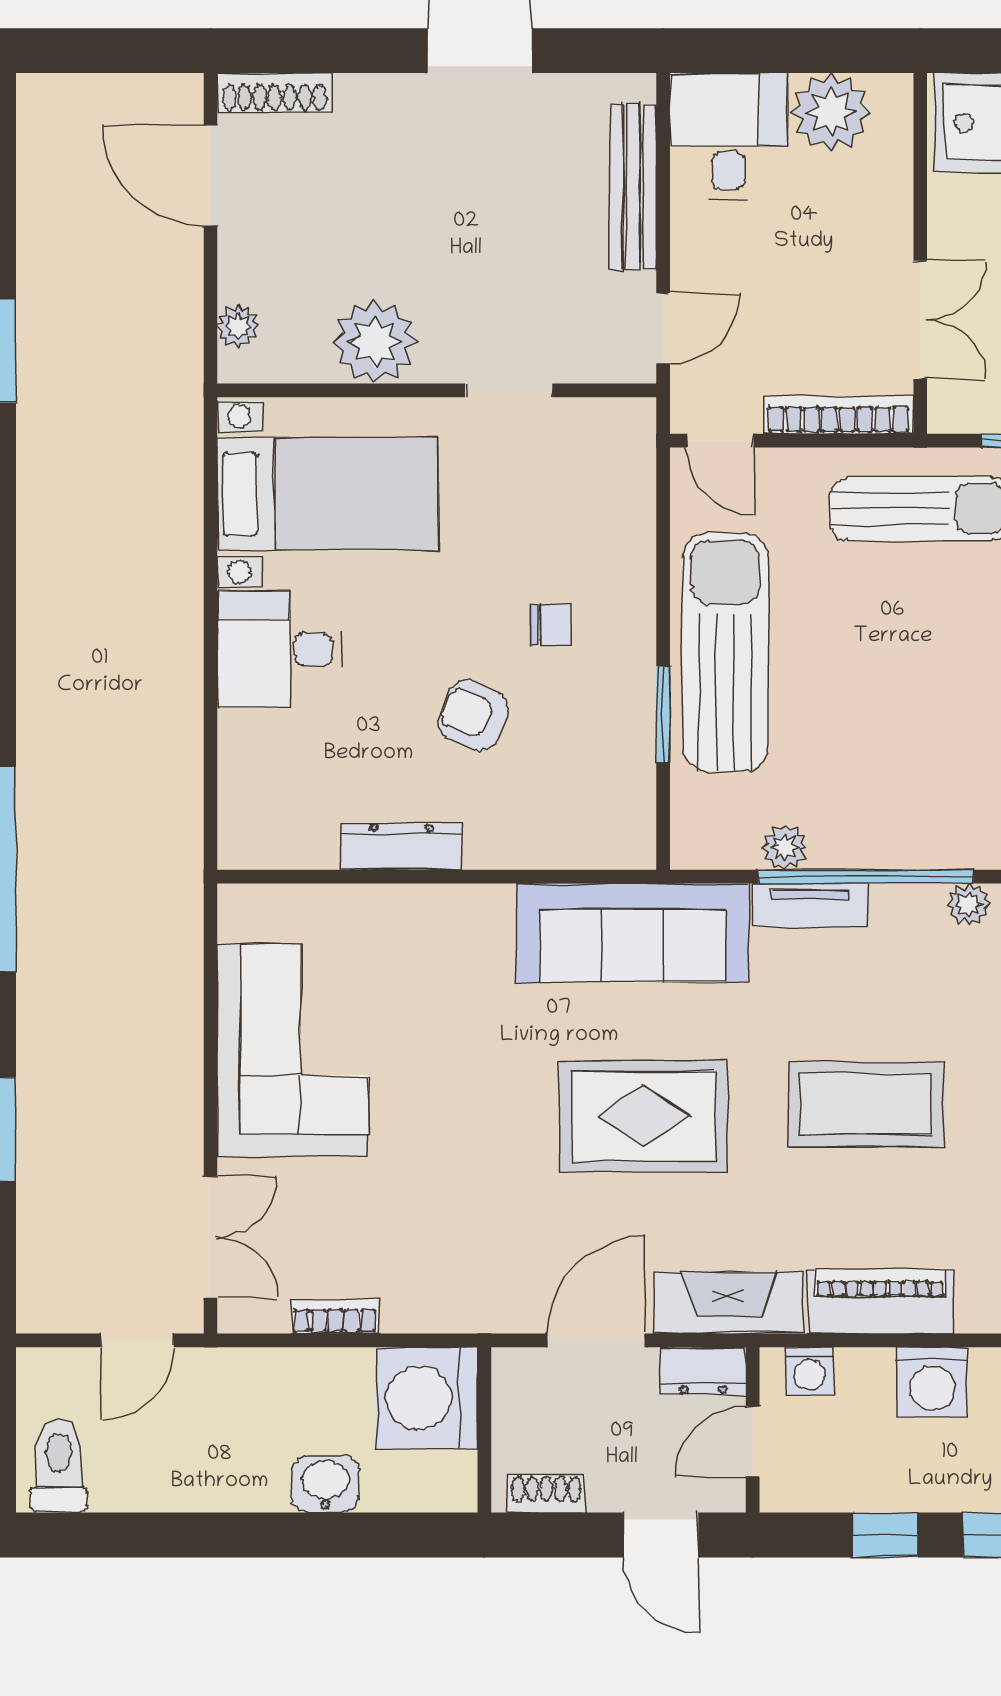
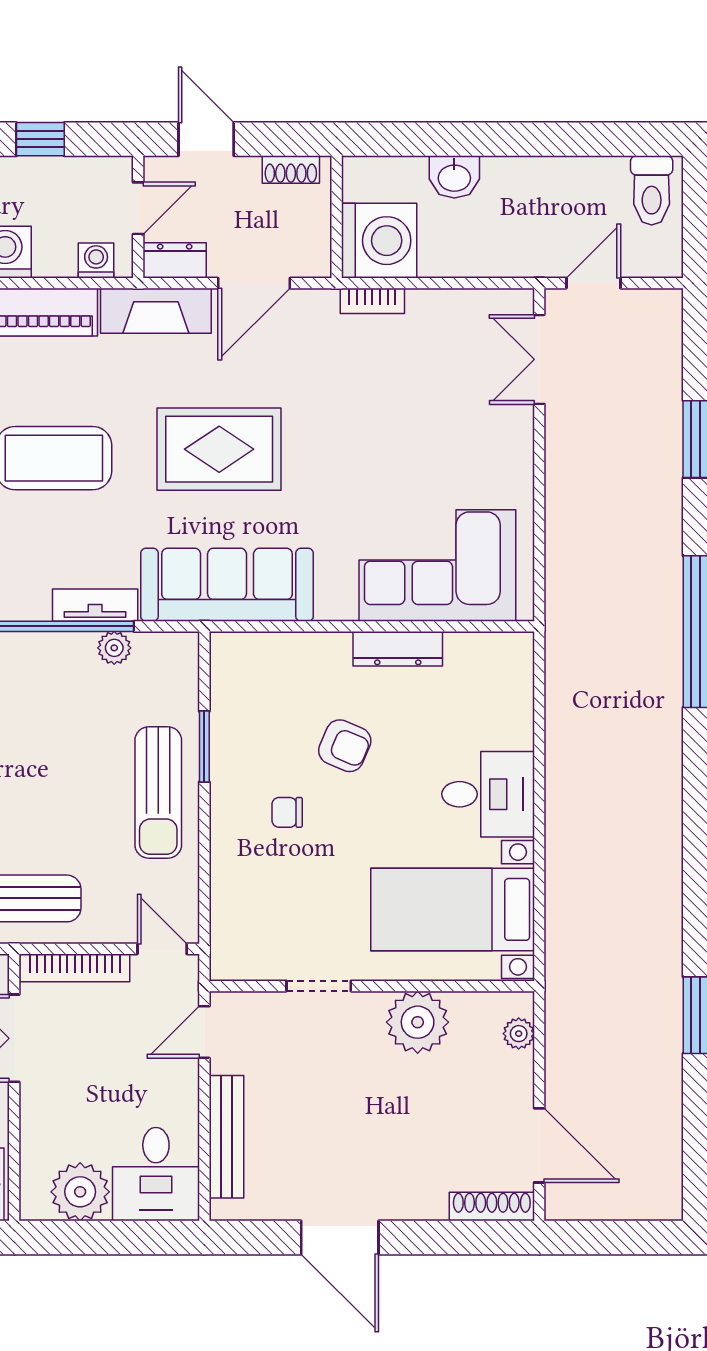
sun lounger: (725, 652) -> (158, 793), width x0.73, depth x0.75
corner sofa: (293, 1050) -> (437, 565), moved, turned 90
bookcase: (335, 1316) -> (372, 301), moved

